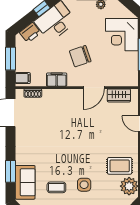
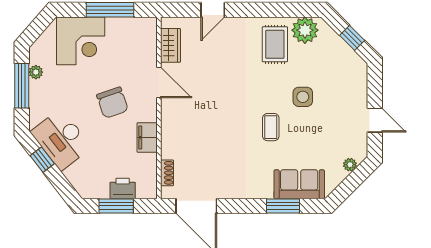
printer: (30, 33) -> (123, 188), moved, turned -52
filing cabinet: (23, 78) -> (145, 188), removed
coffee table: (56, 187) -> (271, 127), moved

